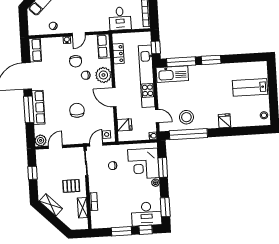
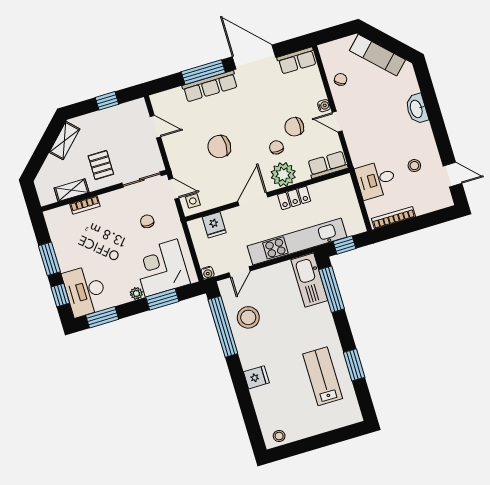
locker: (118, 54) -> (294, 198), moved
window: (211, 60) -> (354, 365), moved
lab bench: (250, 87) -> (323, 376), moved
chair: (77, 110) -> (219, 147), turned 180
plant: (41, 140) -> (160, 102), removed

